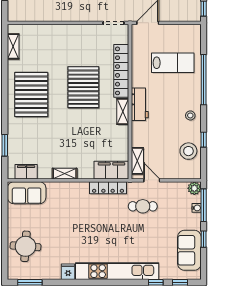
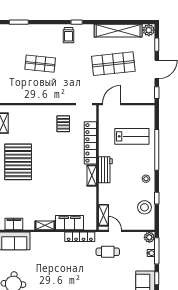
pallet: (83, 87) -> (63, 124), moved, width x0.49, depth x0.50
filing cabinet: (111, 170) -> (70, 223), moved

